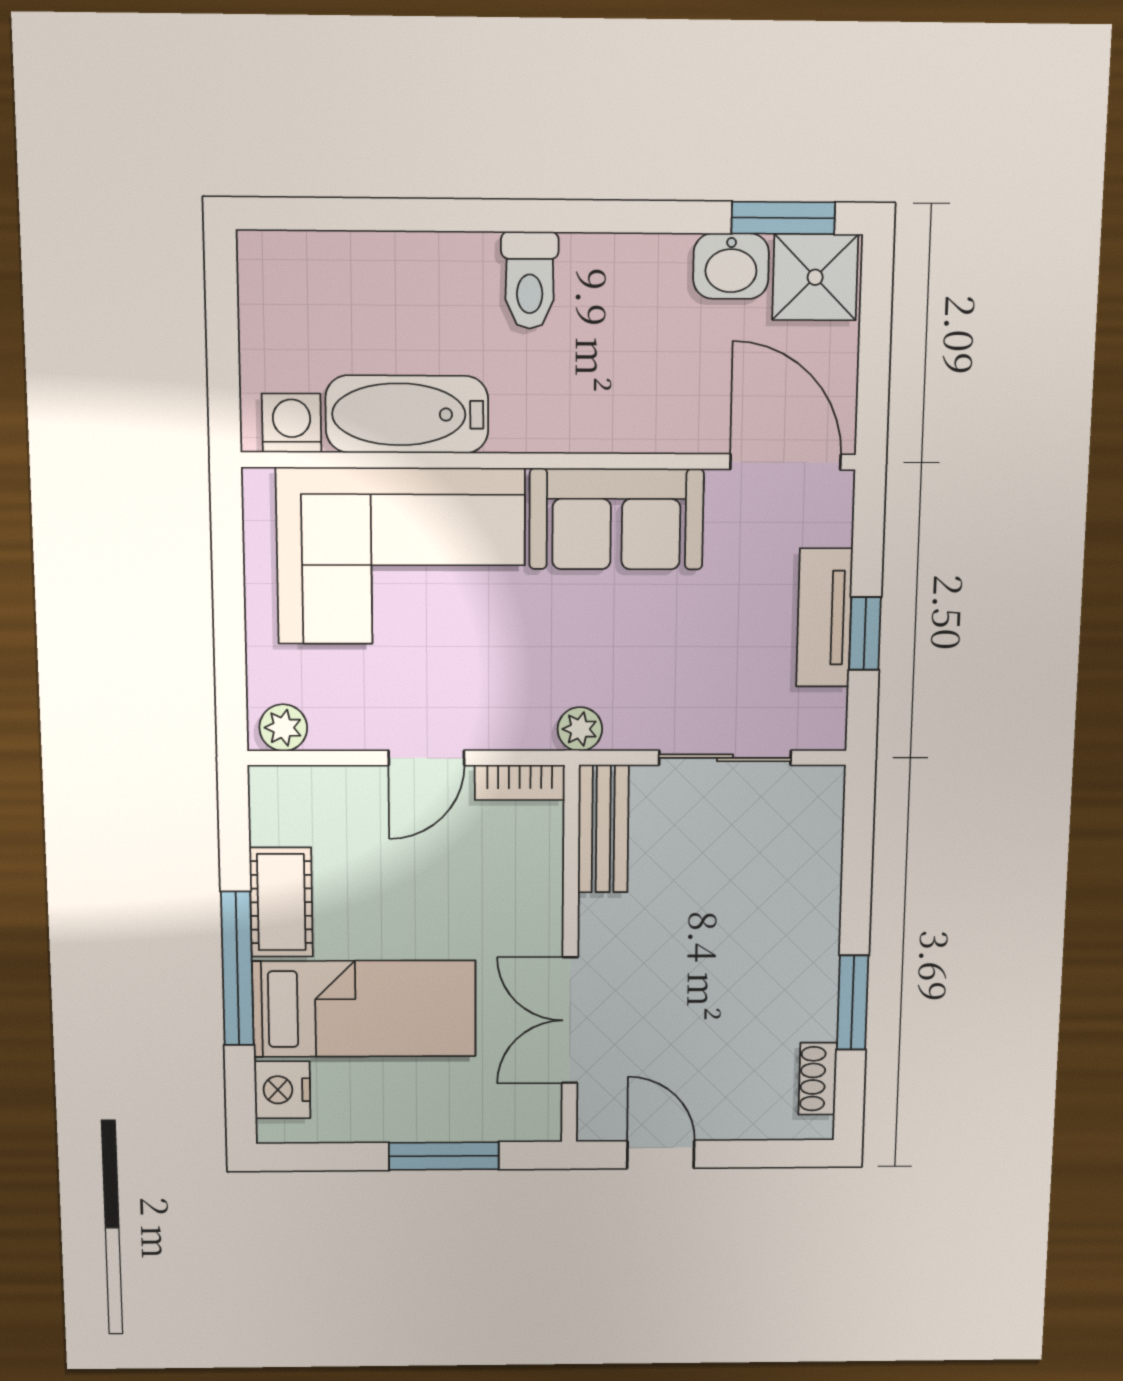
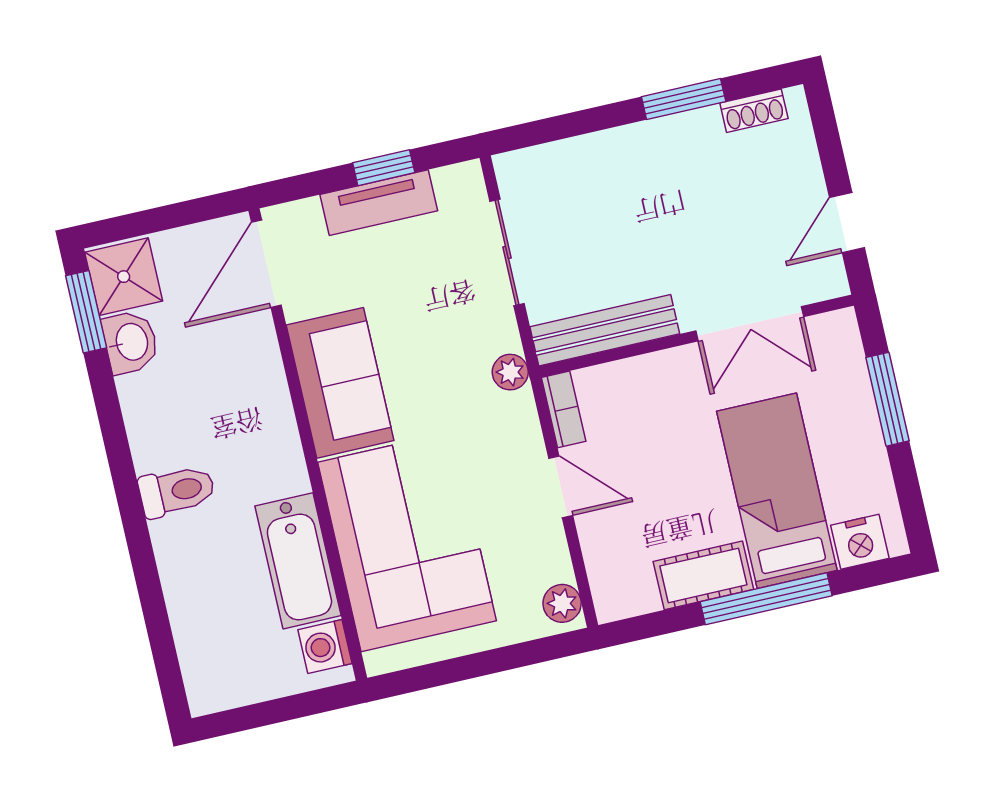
bench: (603, 829) -> (605, 330), width x1.36

